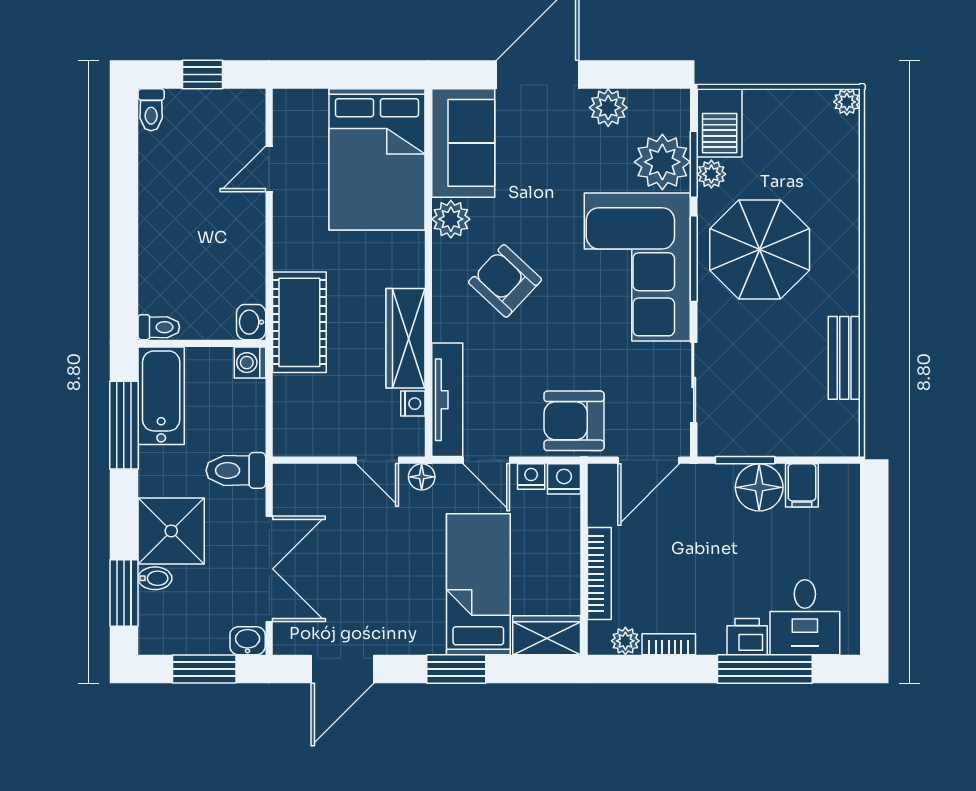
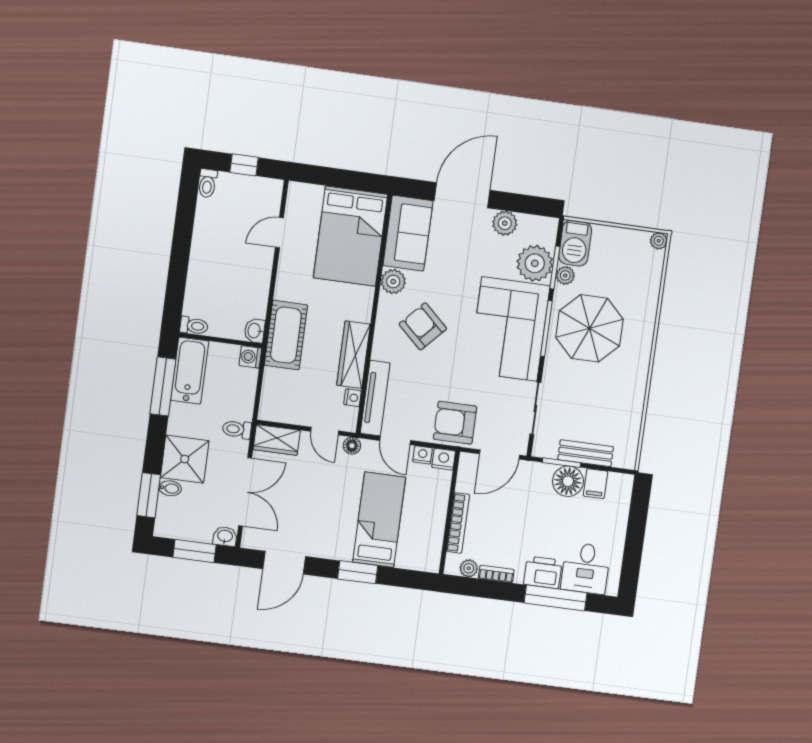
bench: (844, 358) -> (586, 453), moved, turned 90
toilet: (236, 470) -> (237, 429), width x0.73, depth x0.72
wardrobe: (547, 635) -> (277, 440), moved, turned 180
printer: (747, 637) -> (543, 572), width x1.36, depth x1.24

